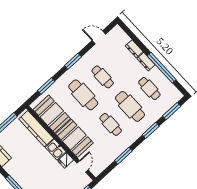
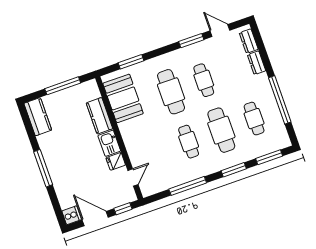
window: (73, 61) -> (191, 41), moved
dresser: (146, 62) -> (249, 41), moved
kitchen counter: (36, 129) -> (99, 116), width x0.67
booth: (74, 138) -> (138, 139), removed
window: (123, 156) -> (188, 186), width x1.44

